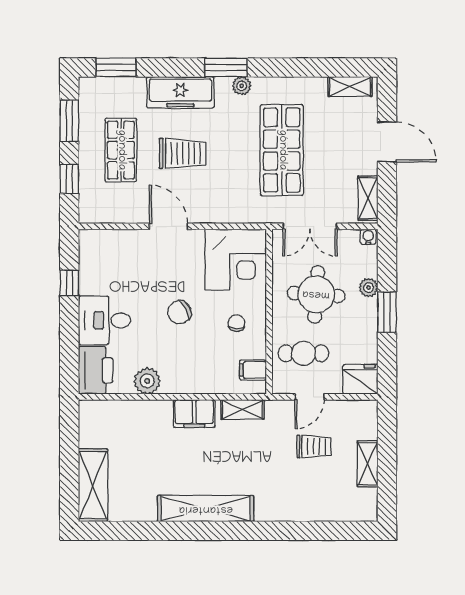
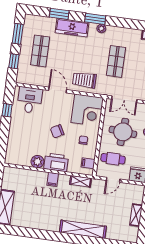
window: (116, 67) -> (59, 14), moved
shop shelf: (282, 150) -> (116, 61), width x0.70, depth x0.74
trolley: (182, 153) -> (84, 80), moved, turned 180
desk: (105, 320) -> (30, 100), moved, turned 90
printer: (96, 370) -> (56, 162), moved, turned -90
filing cabinet: (194, 414) -> (53, 179), width x0.50
trolley: (314, 446) -> (112, 203), removed
shelving: (206, 509) -> (83, 229), moved

